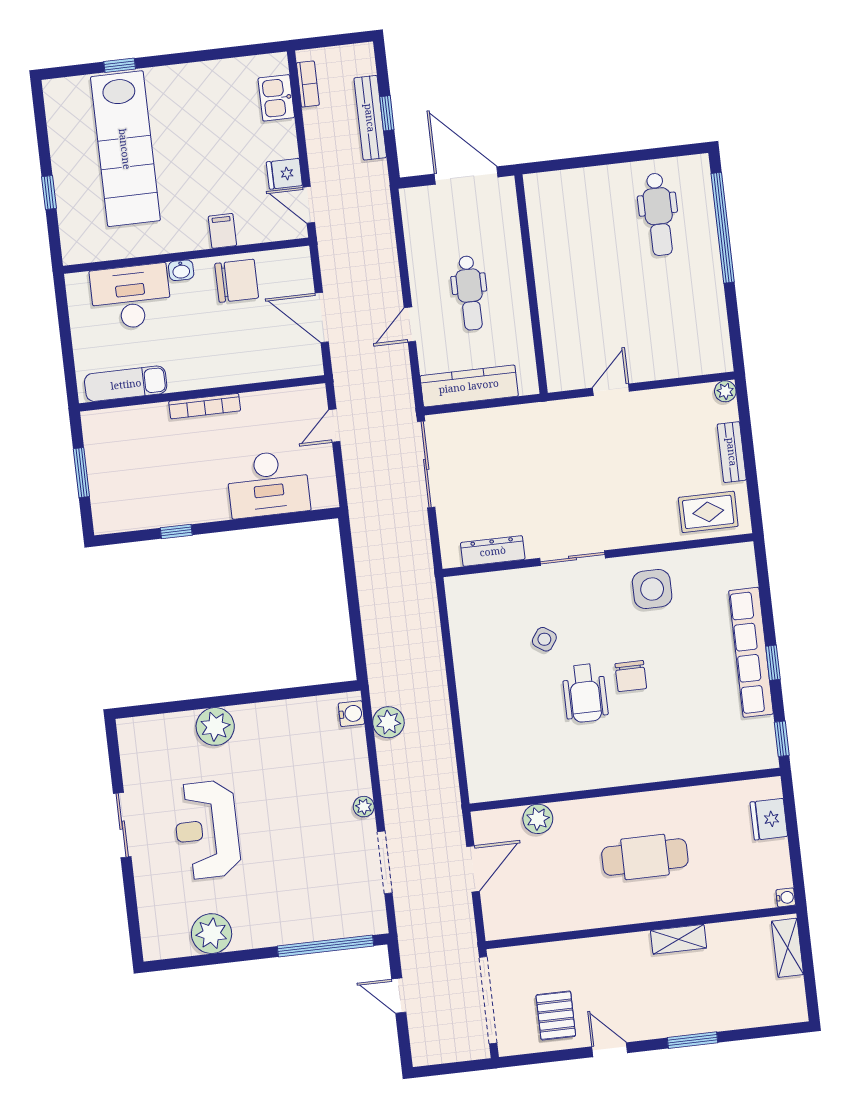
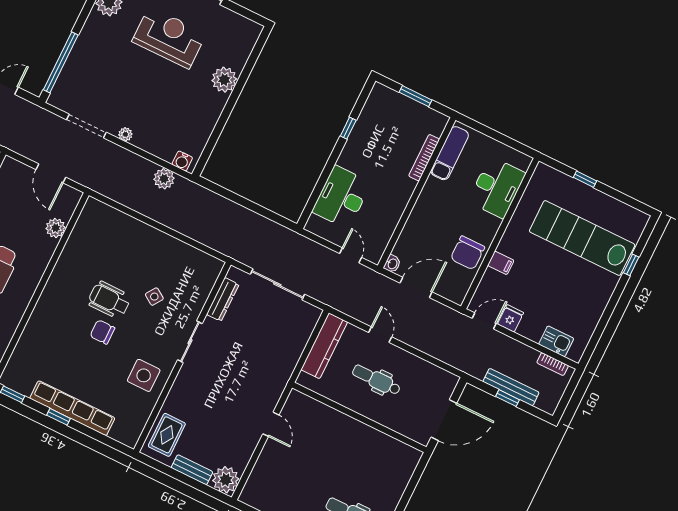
washbasin: (181, 270) -> (392, 264), moved, turned 180
plant: (725, 391) -> (226, 480), width x1.87, depth x1.87
bookcase: (205, 406) -> (424, 158), moved
sliding door: (426, 464) -> (277, 284), moved

